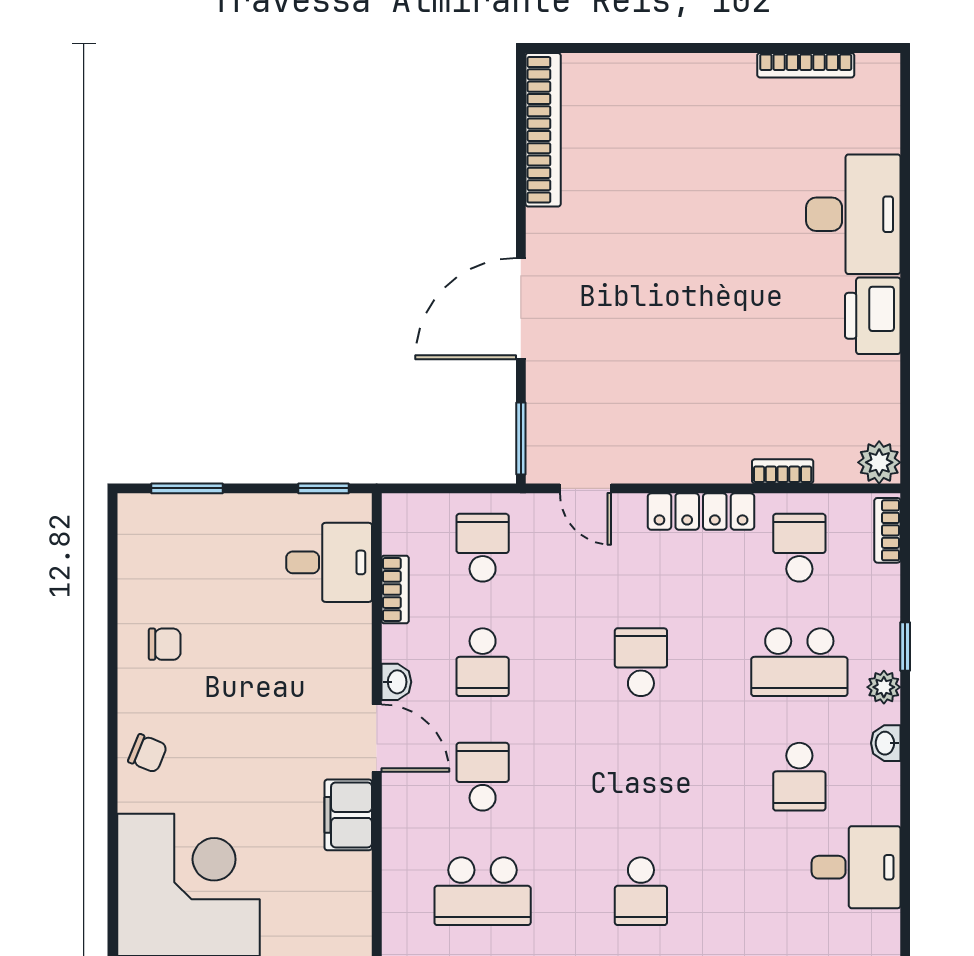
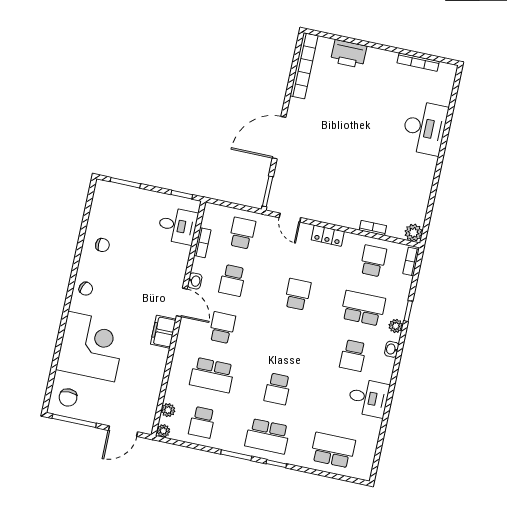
printer: (873, 316) -> (349, 54), moved, turned -90
locker: (701, 512) -> (328, 236), width x0.66
school desk: (799, 662) -> (363, 308), turned 180

